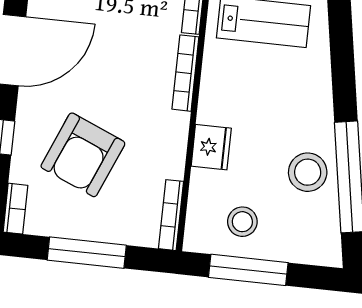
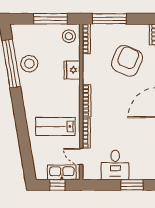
stool: (242, 222) -> (69, 36), moved
window: (87, 253) -> (109, 19), moved

